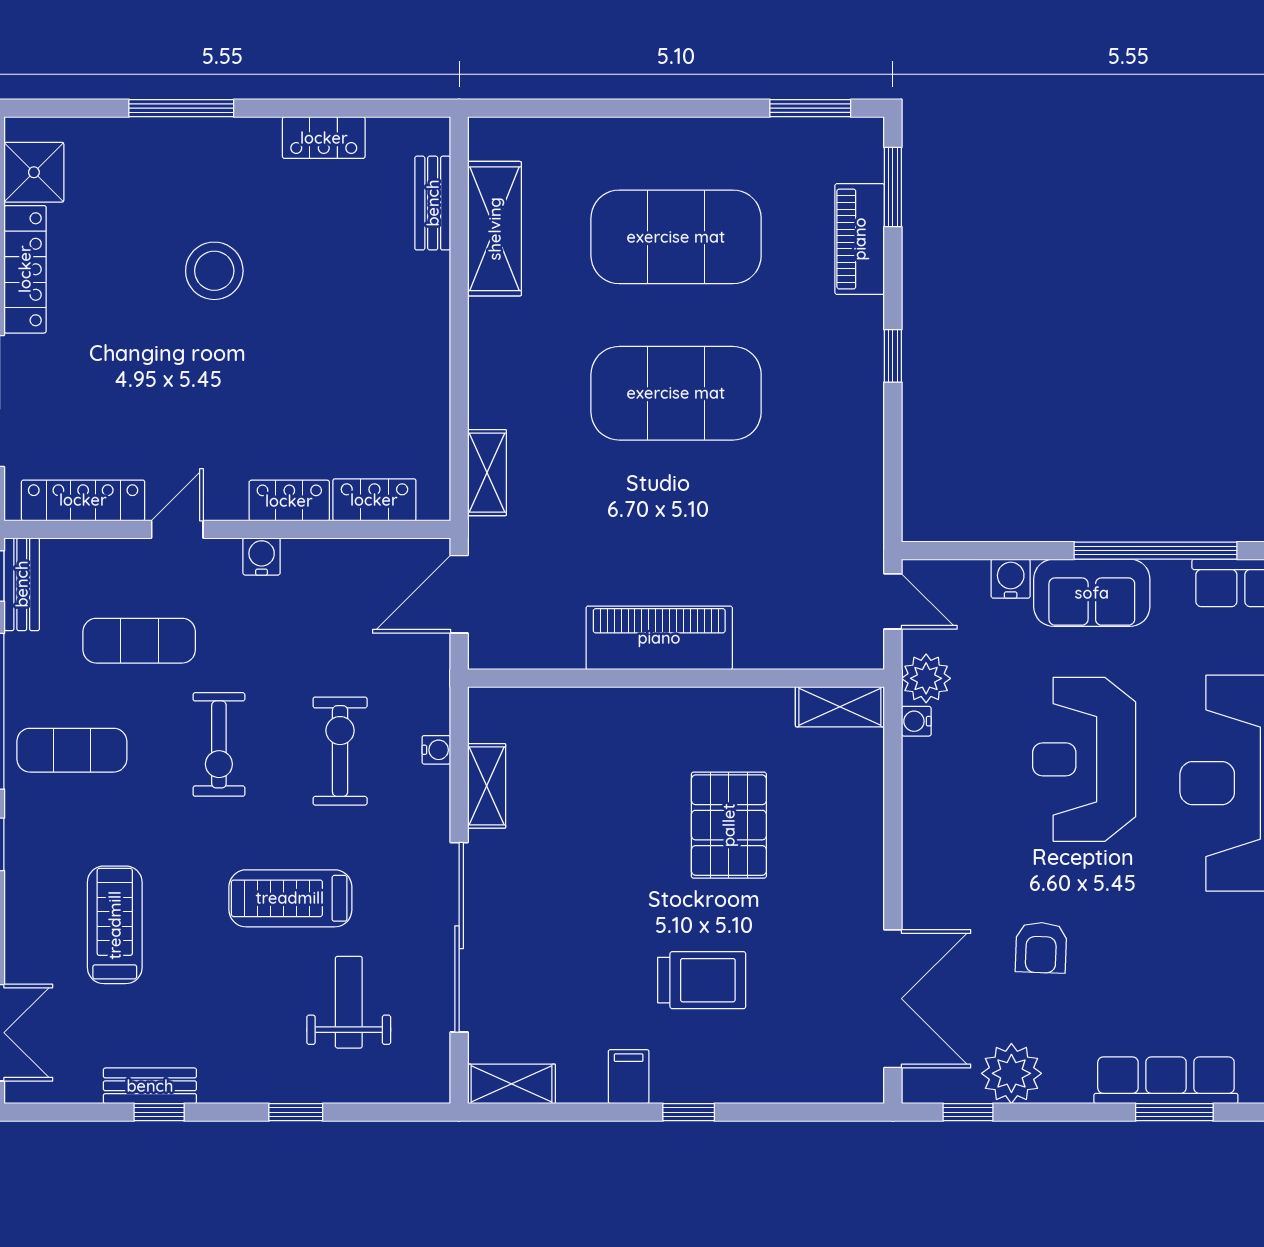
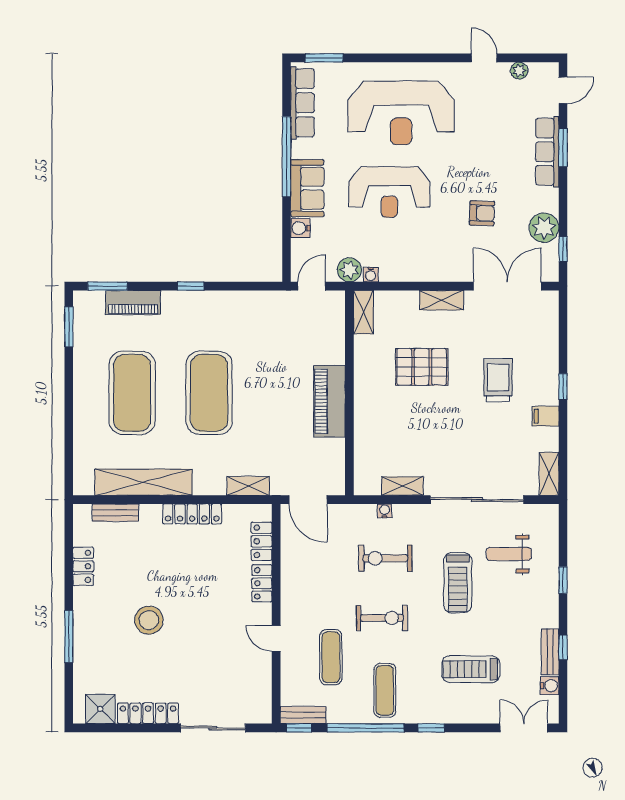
shelving: (495, 229) -> (144, 482), width x1.47
locker: (83, 500) -> (192, 514), moved, turned -90
water cooler: (262, 556) -> (550, 686), moved, turned 180
shelving: (864, 866) -> (442, 300), added

